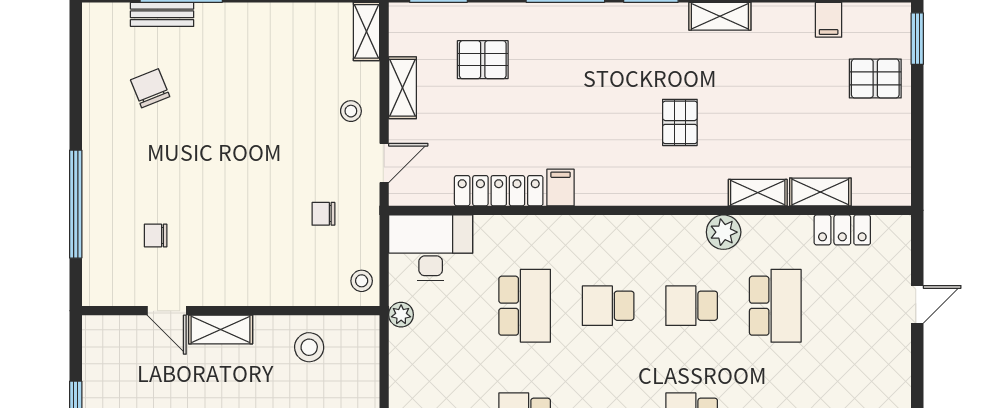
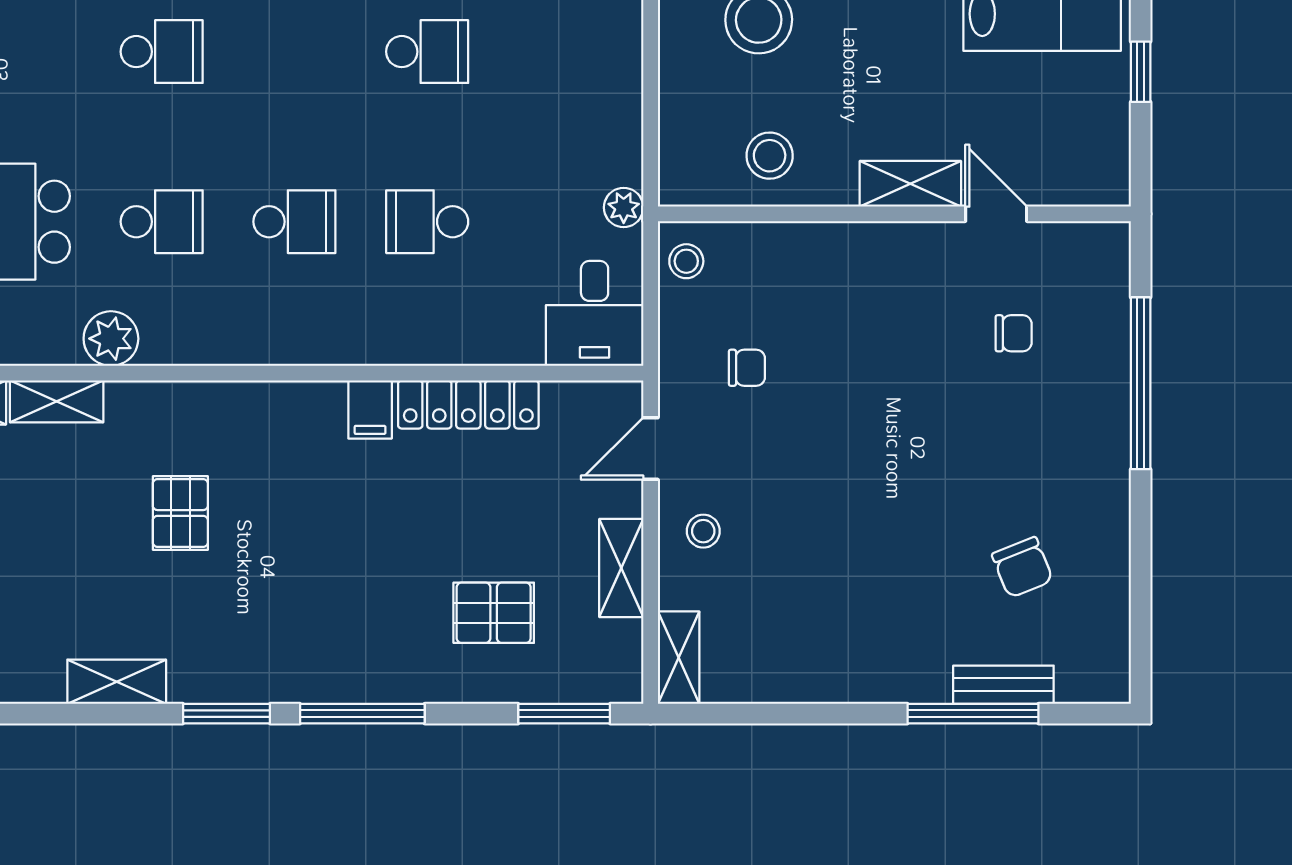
desk: (431, 248) -> (595, 313), width x0.73
school desk: (525, 306) -> (427, 222), width x0.54

